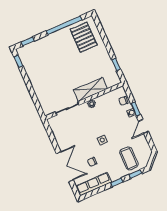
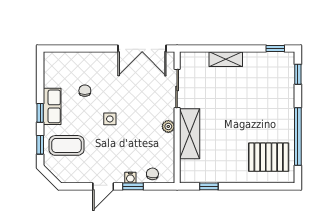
shelving: (37, 88) -> (226, 59), added
door: (143, 126) -> (103, 186), swing flipped
double door: (65, 167) -> (142, 48), moved
row of seats: (94, 184) -> (52, 106), moved, width x0.68

